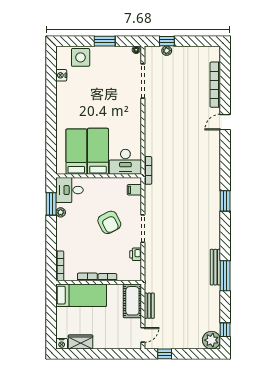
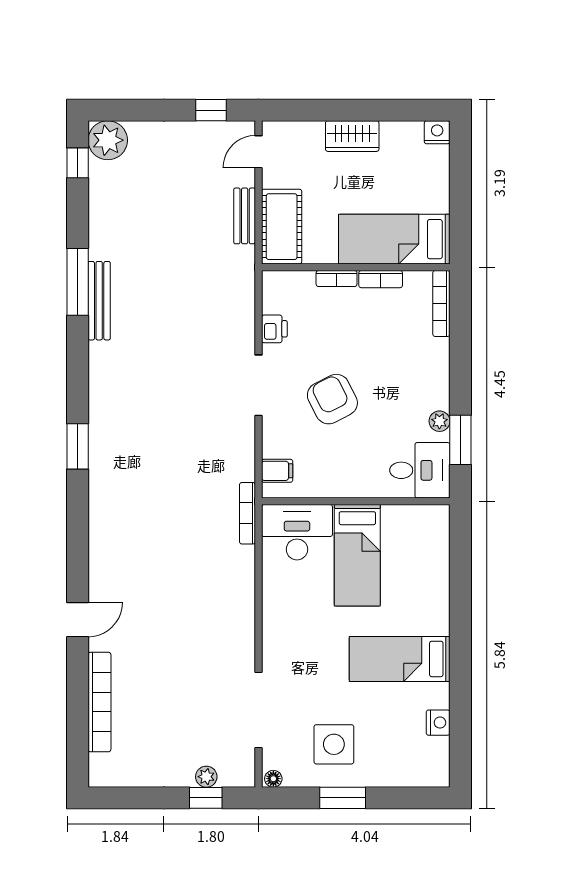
side table: (81, 57) -> (334, 744), moved
bed: (76, 152) -> (400, 659), moved, turned 90
wardrobe: (81, 342) -> (352, 136), moved

